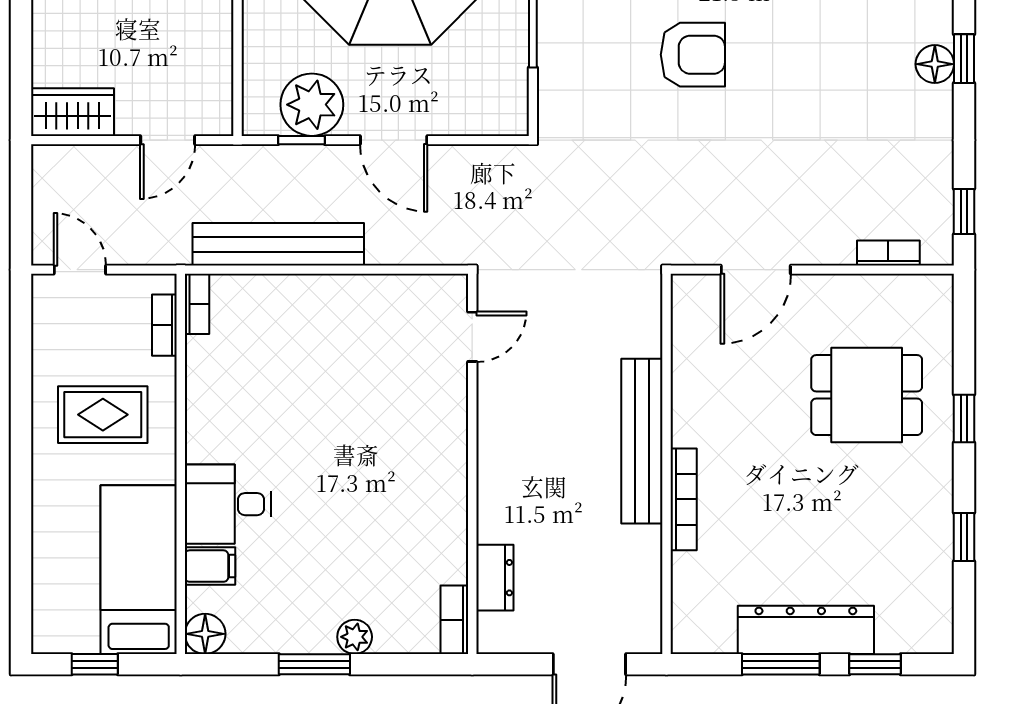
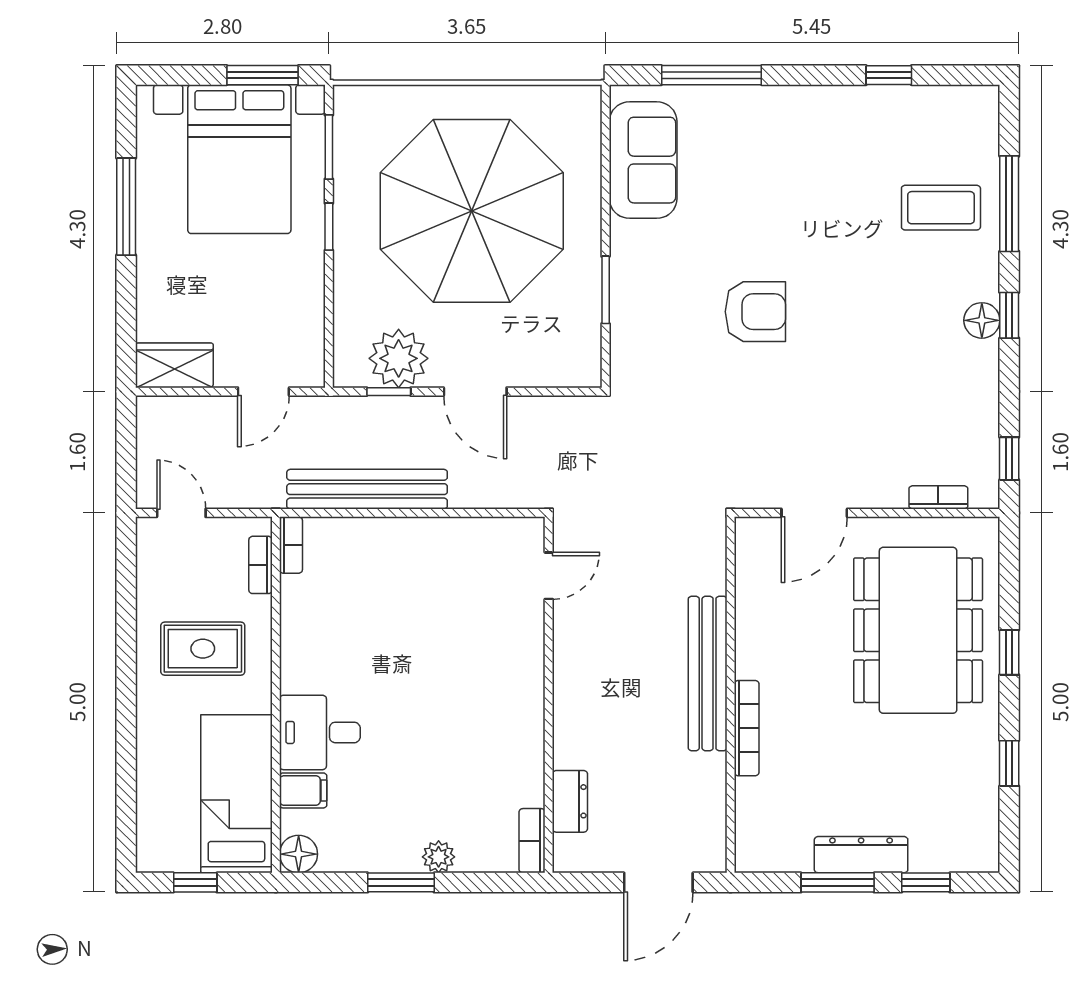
dining table: (867, 395) -> (918, 630), width x1.88, depth x1.24
dresser: (806, 630) -> (861, 855), width x0.73, depth x0.80

